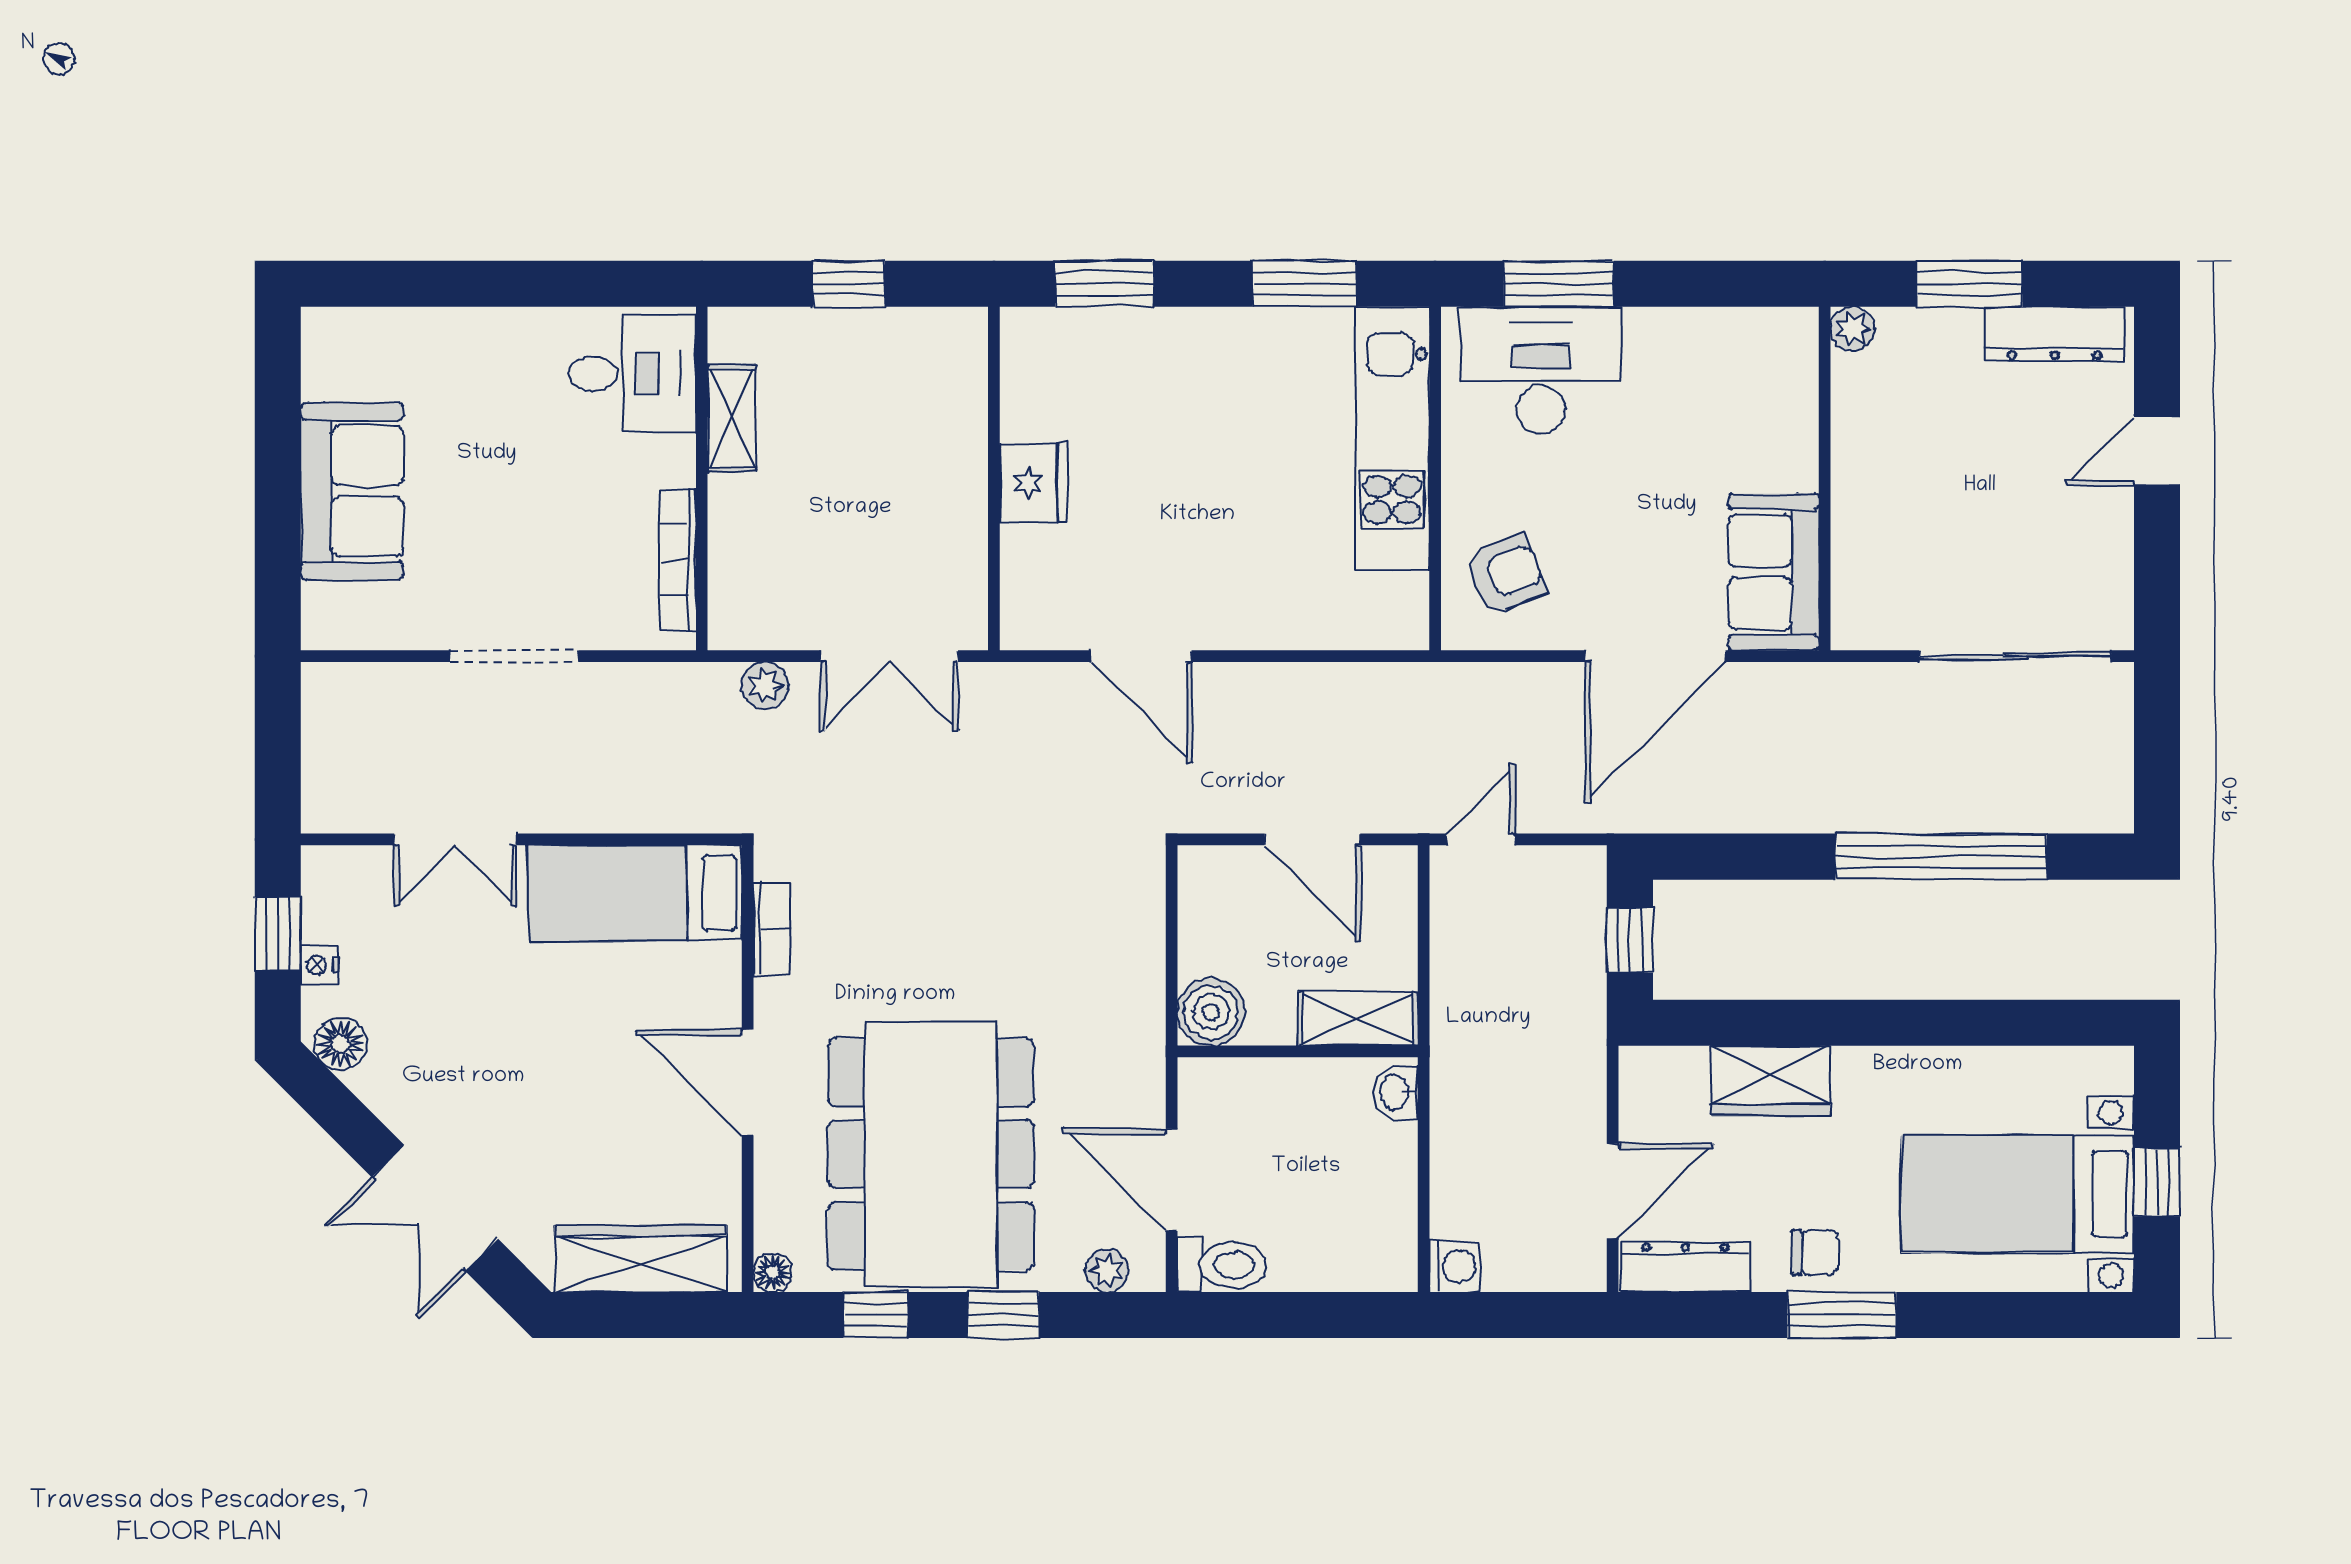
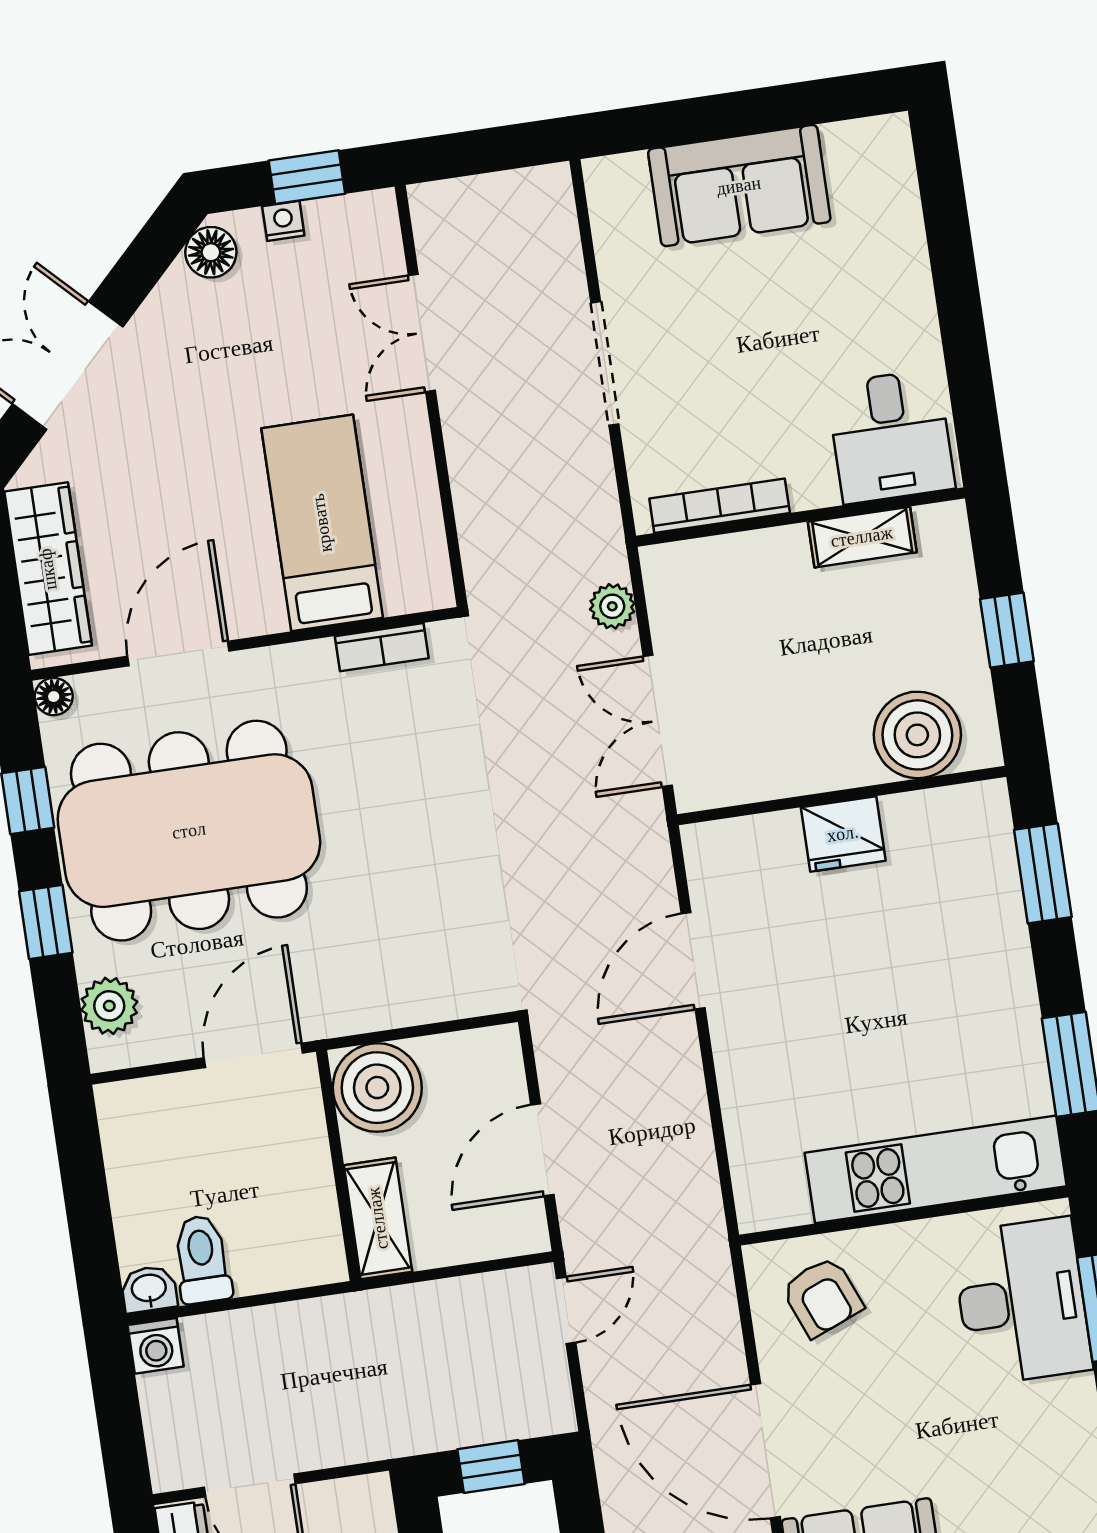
boiler: (943, 392) -> (917, 735), added
door: (1481, 839) -> (566, 1310), hinge flipped
bed: (635, 893) -> (322, 523), moved
boiler: (1211, 1012) -> (377, 1088), width x1.37, depth x1.37
door: (748, 1082) -> (178, 654), moved
washbasin: (1396, 1092) -> (149, 1289), moved
door: (1172, 1180) -> (253, 1055), moved
toilet: (1222, 1265) -> (202, 1259), moved, turned 180
plant: (1107, 1271) -> (109, 1006), width x1.38, depth x1.38

